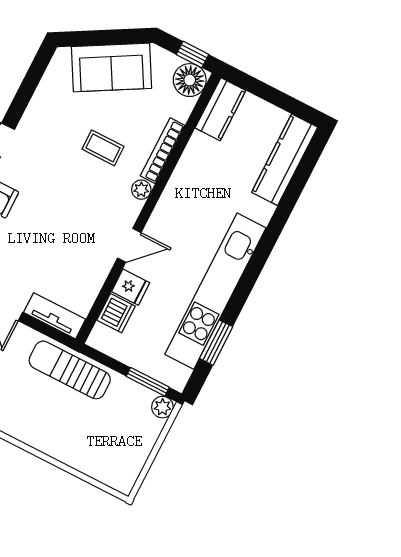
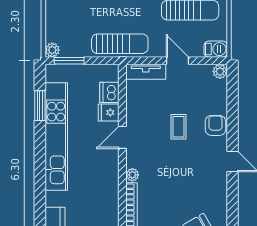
coffee table: (103, 148) -> (178, 127), moved, turned 90

